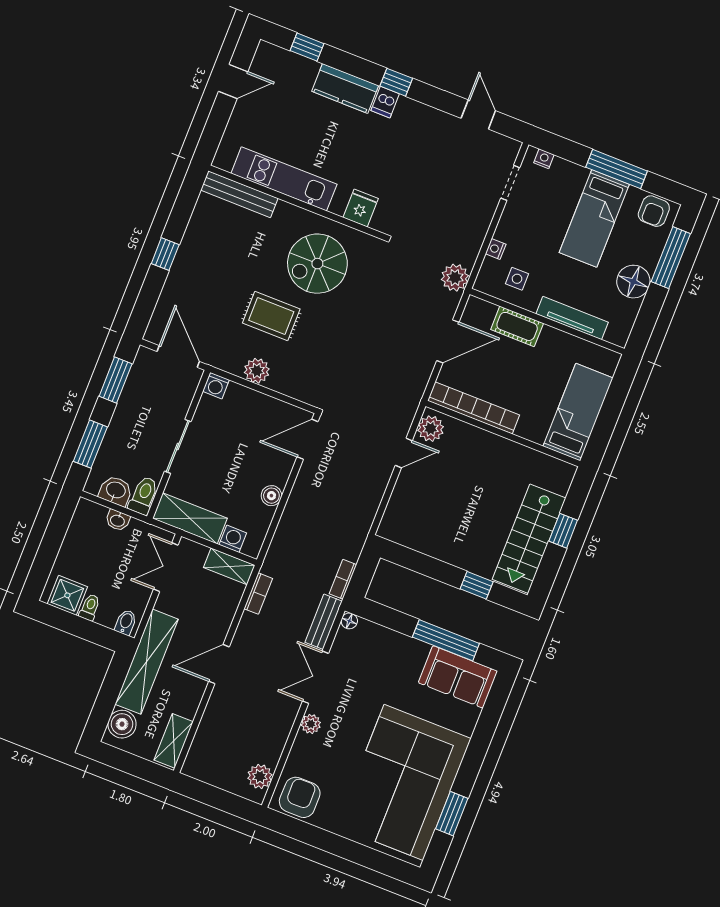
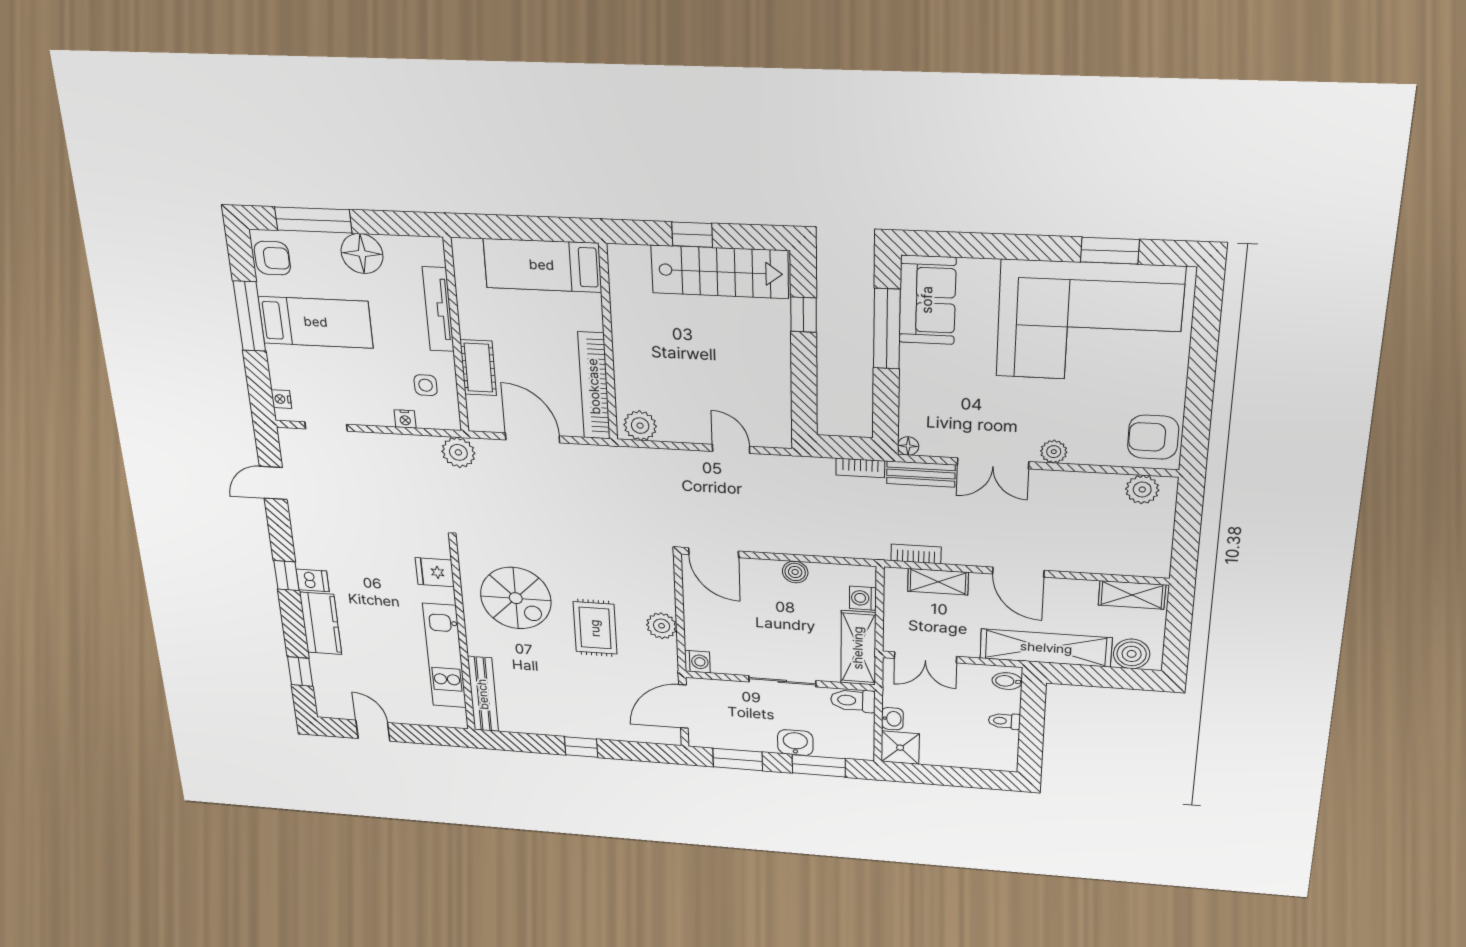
door: (404, 453) -> (731, 449), moved
washbasin: (116, 491) -> (795, 743), moved, turned 90
shelving: (229, 566) -> (938, 582), moved, turned 90
shower: (67, 595) -> (900, 748), moved

